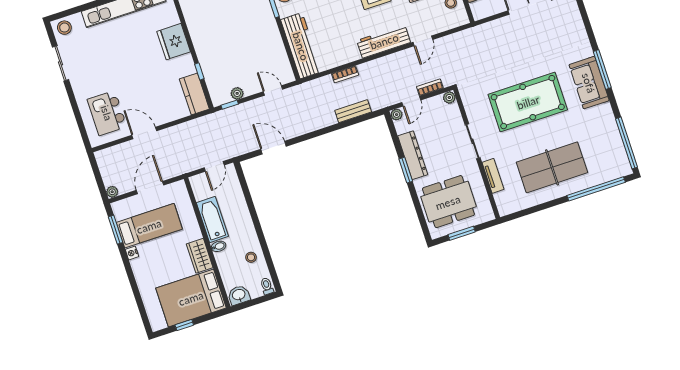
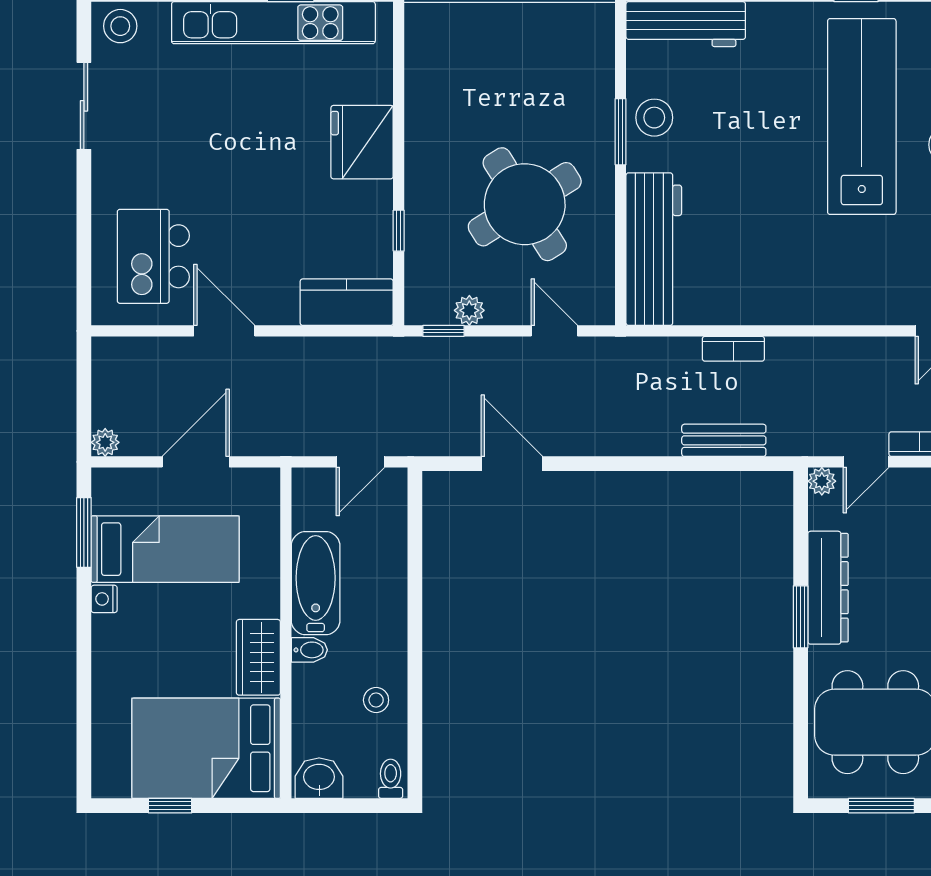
workbench: (384, 41) -> (848, 302), removed
round table: (245, 45) -> (525, 204), added
kitchen counter: (194, 94) -> (347, 302), moved, turned 90

